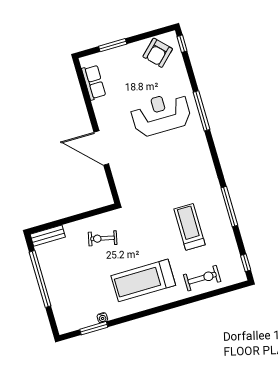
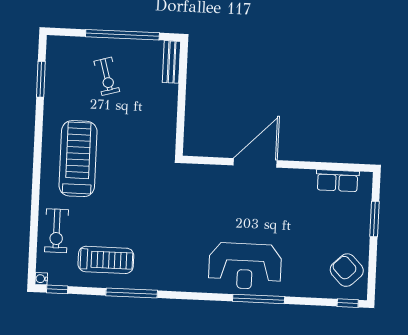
reception desk: (161, 114) -> (245, 266), moved, turned 90
treadmill: (190, 227) -> (106, 260), moved
exercise bike: (103, 238) -> (107, 76), moved, turned 151
water cooler: (102, 318) -> (41, 279), moved

